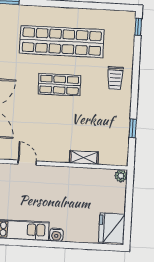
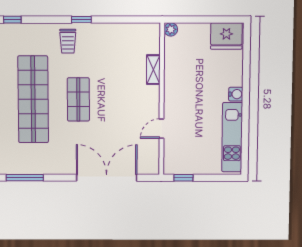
trolley: (115, 78) -> (68, 41), turned 90
window: (133, 128) -> (81, 20), moved

